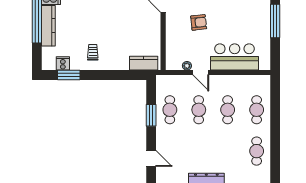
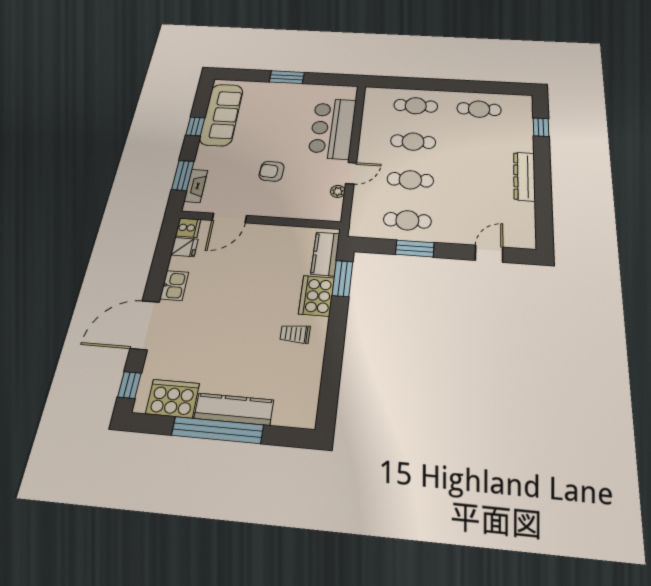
window: (275, 21) -> (287, 77), width x0.69
armchair: (199, 22) -> (272, 171), turned -81
cooker: (63, 63) -> (317, 296), moved, width x1.87, depth x1.31
window: (69, 75) -> (342, 279), moved

